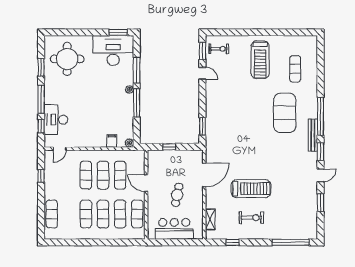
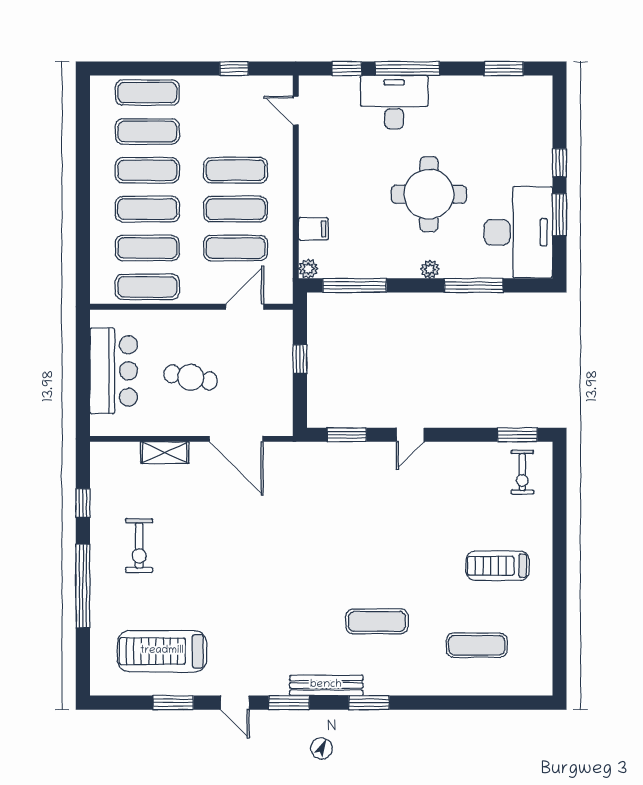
window: (83, 32) -> (559, 163), added
window: (118, 32) -> (559, 215), moved
round table: (67, 59) -> (429, 194), moved
treadmill: (260, 60) -> (498, 566), width x0.73, depth x0.73
window: (41, 67) -> (504, 68), moved
door: (202, 73) -> (410, 435), moved
window: (137, 103) -> (355, 285), moved
exercise mat: (285, 113) -> (377, 621), width x0.50, depth x0.69
window: (320, 116) -> (369, 703), width x0.47
desk: (56, 120) -> (394, 102), moved
door: (146, 183) -> (245, 307), moved
treadmill: (251, 189) -> (162, 651), moved, turned 90
exercise mat: (69, 214) -> (147, 131), added
shelving: (210, 219) -> (165, 452), moved
window: (291, 242) -> (83, 586), moved

